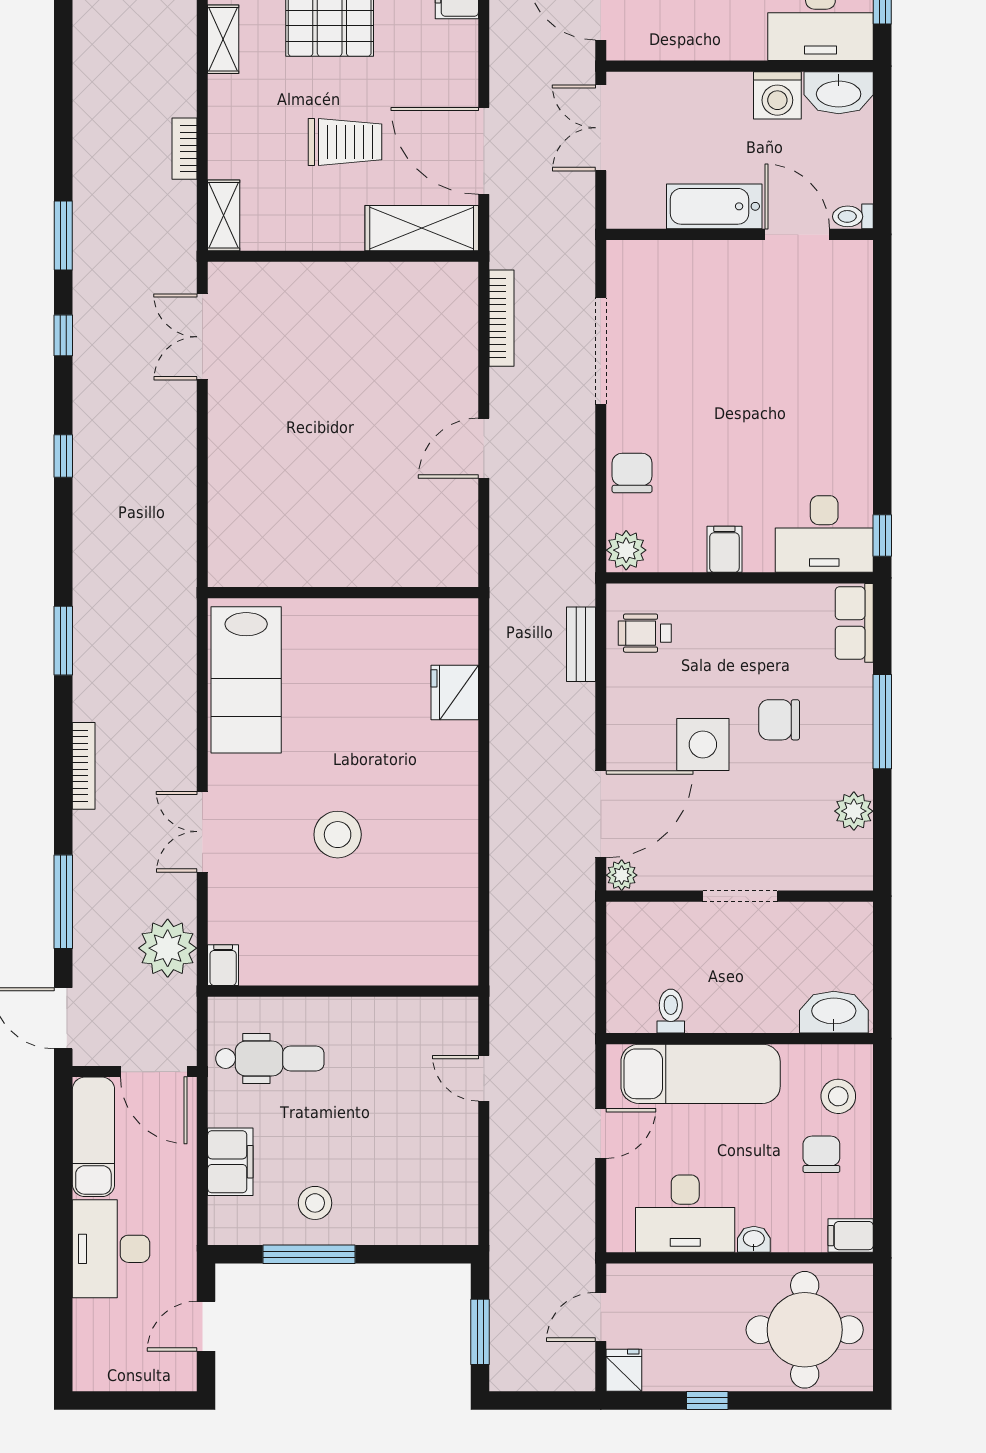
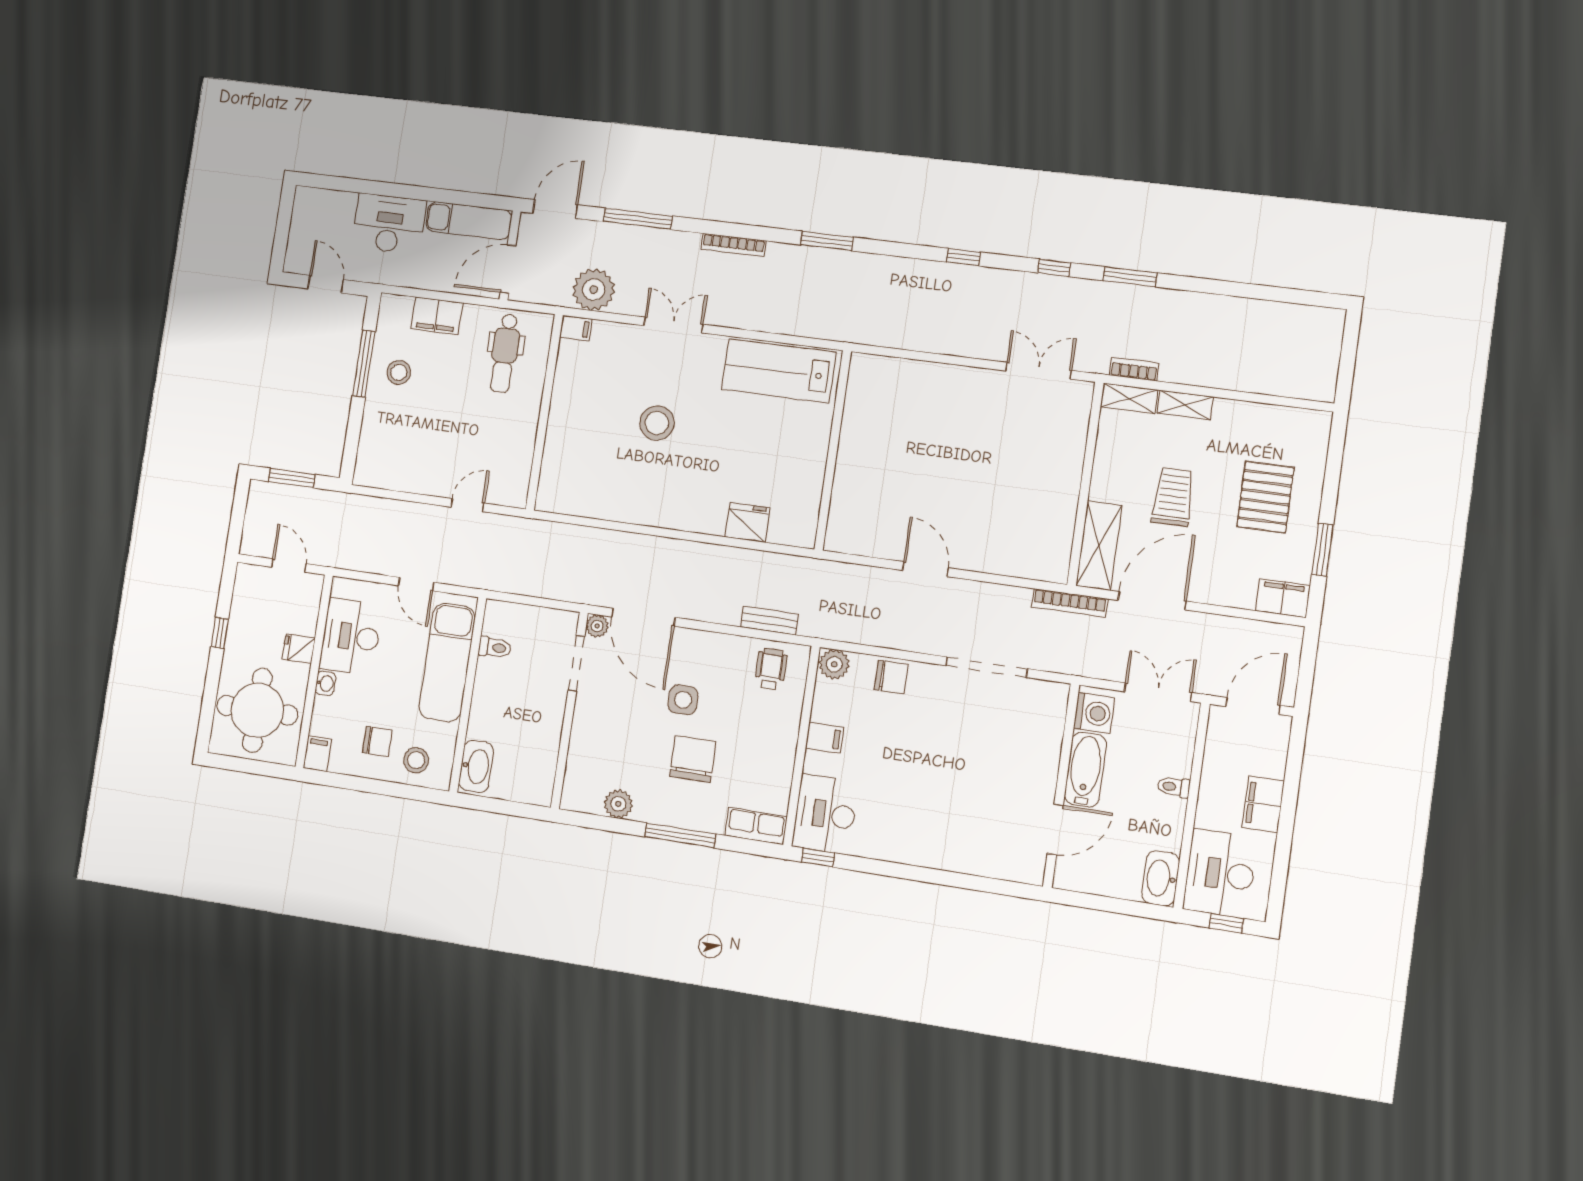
shelving: (223, 39) -> (1185, 405), moved
washing machine: (777, 95) -> (1094, 713), moved, turned 180
trolley: (345, 142) -> (1173, 497), turned 180
bookcase: (184, 149) -> (1134, 369), moved
toilet: (853, 216) -> (1174, 787), moved, turned -90
bookcase: (502, 318) -> (1070, 603), moved
chair: (779, 720) -> (693, 759), width x1.37, depth x1.37
side table: (703, 744) -> (683, 700), width x0.73, depth x0.73
doorway: (740, 896) -> (576, 663), moved
fridge: (624, 1370) -> (299, 649), moved, turned 180

